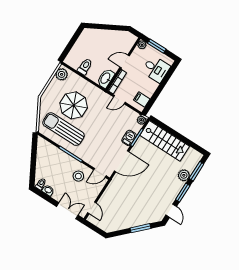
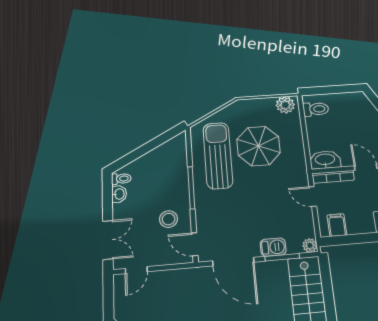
toilet: (85, 67) -> (316, 109), moved

